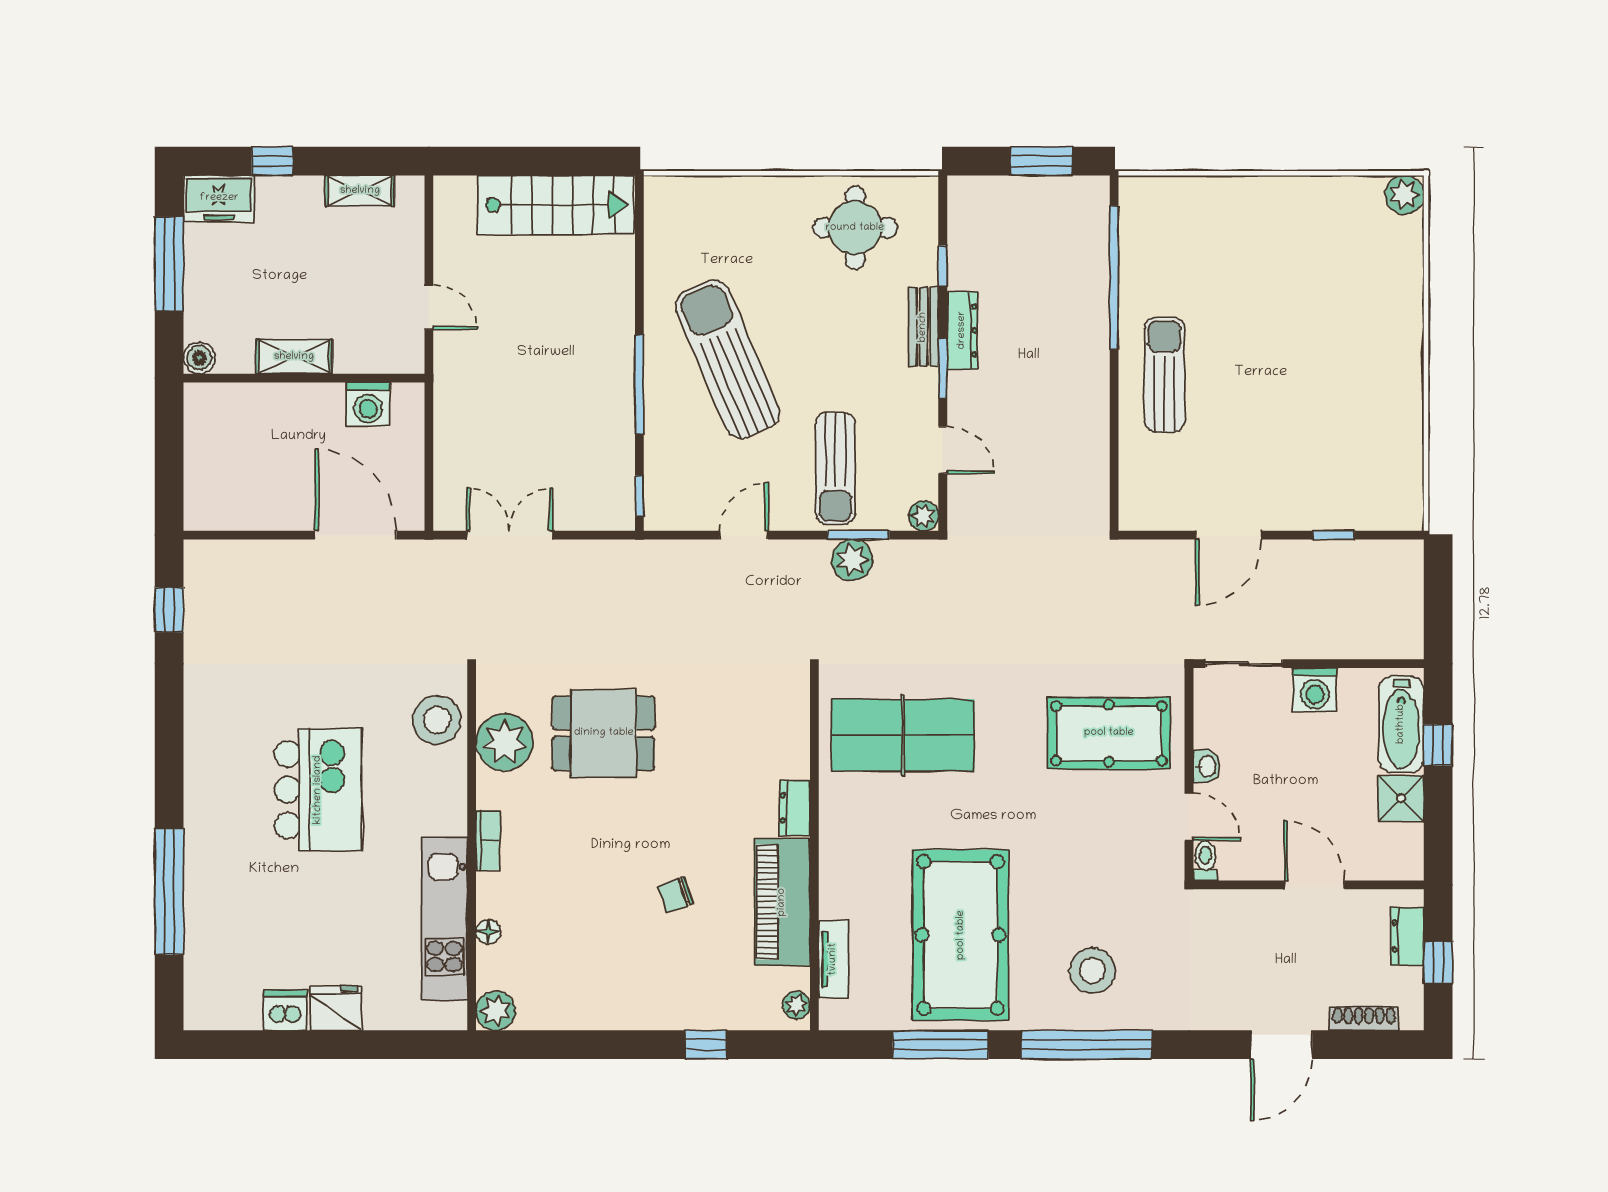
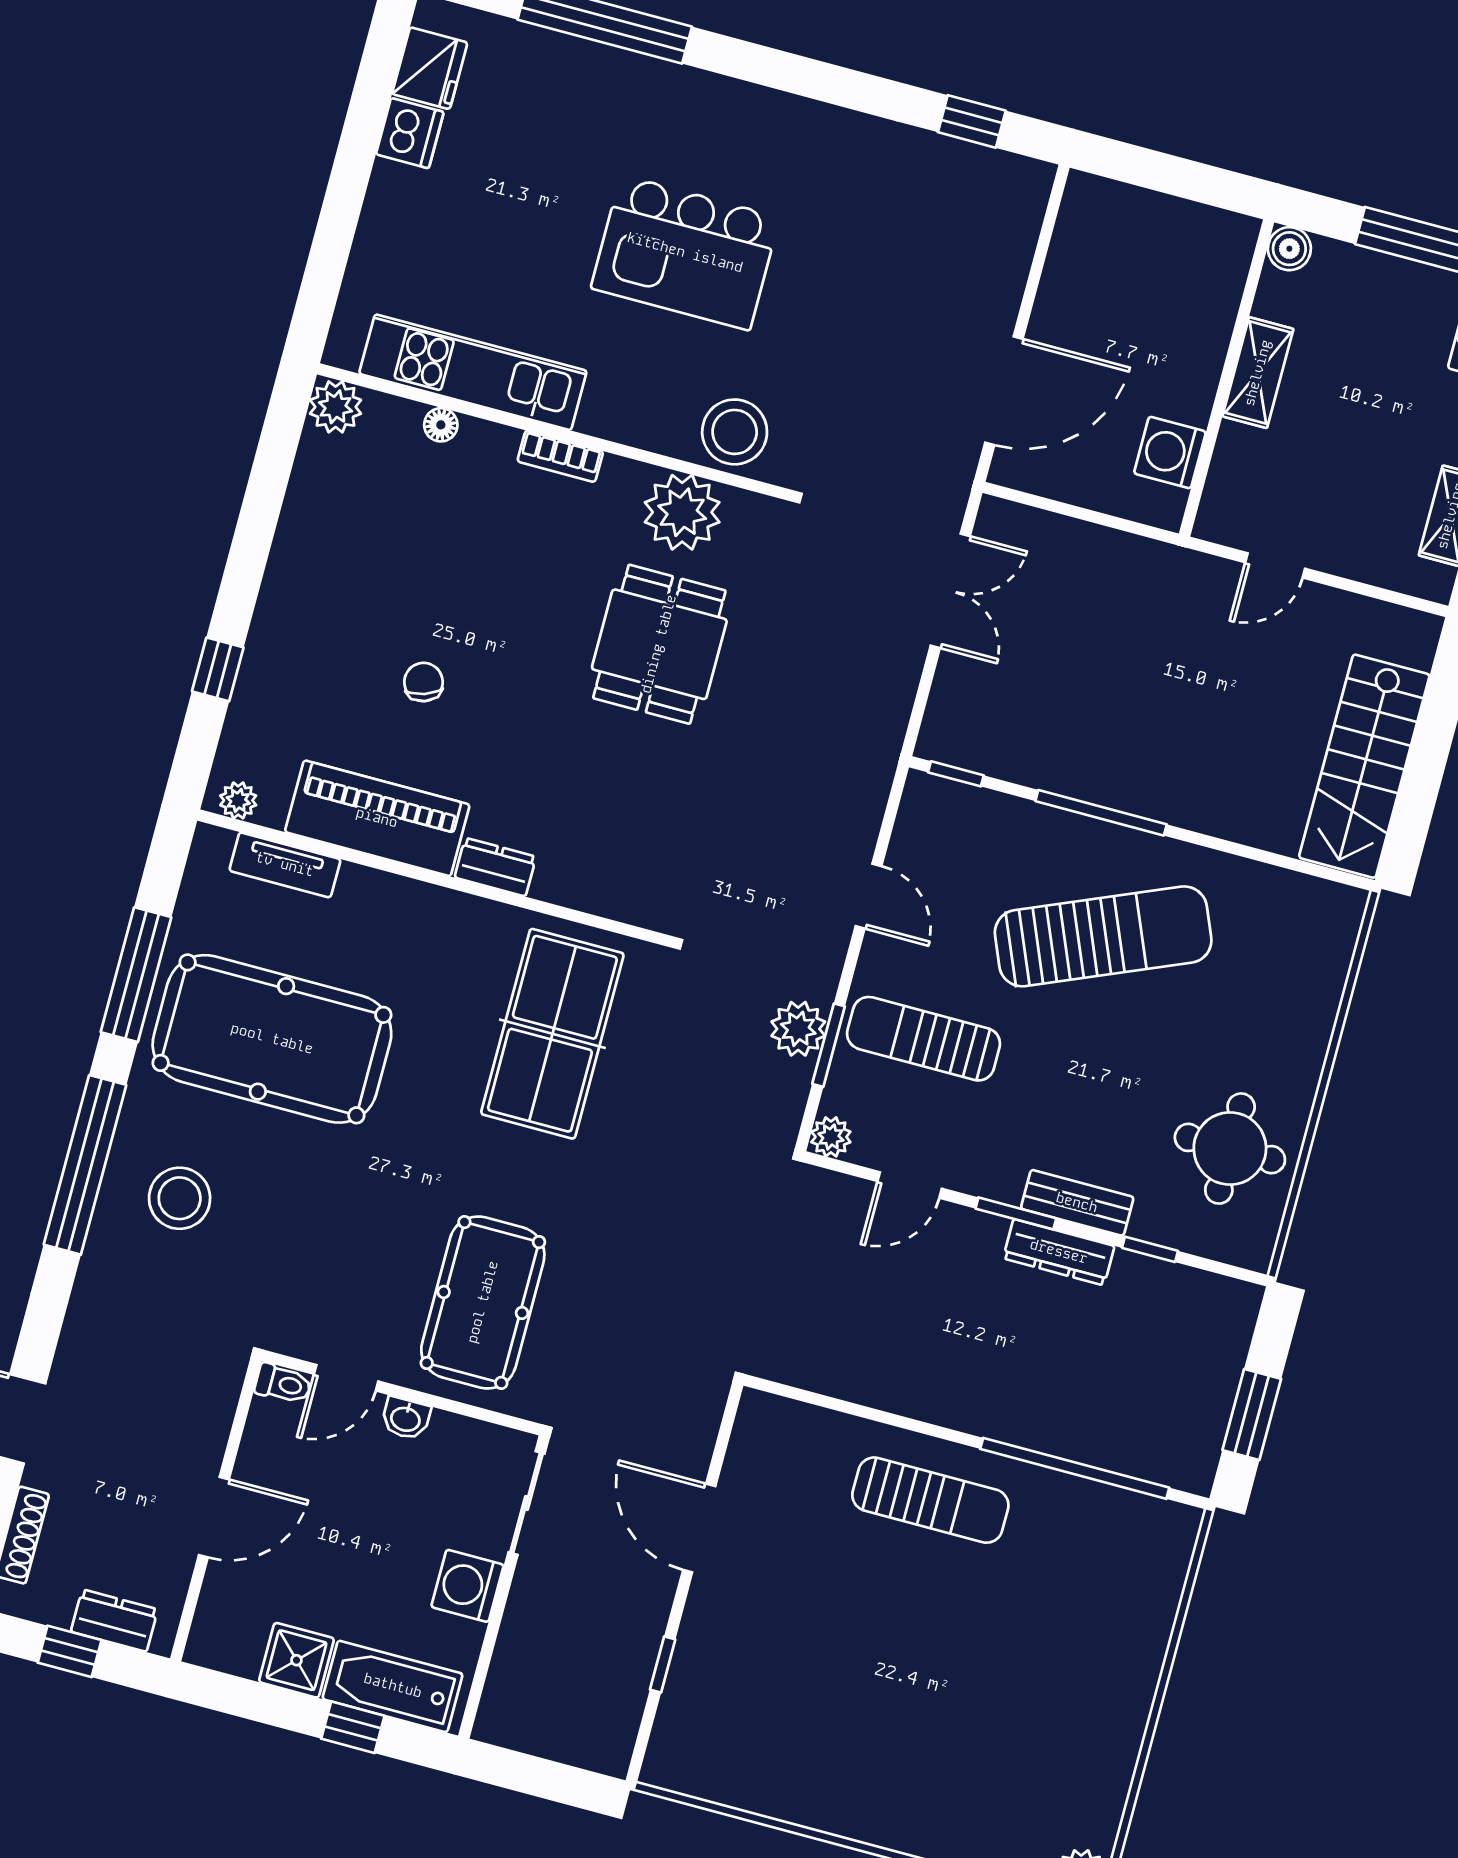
fridge: (336, 1008) -> (430, 68), moved

